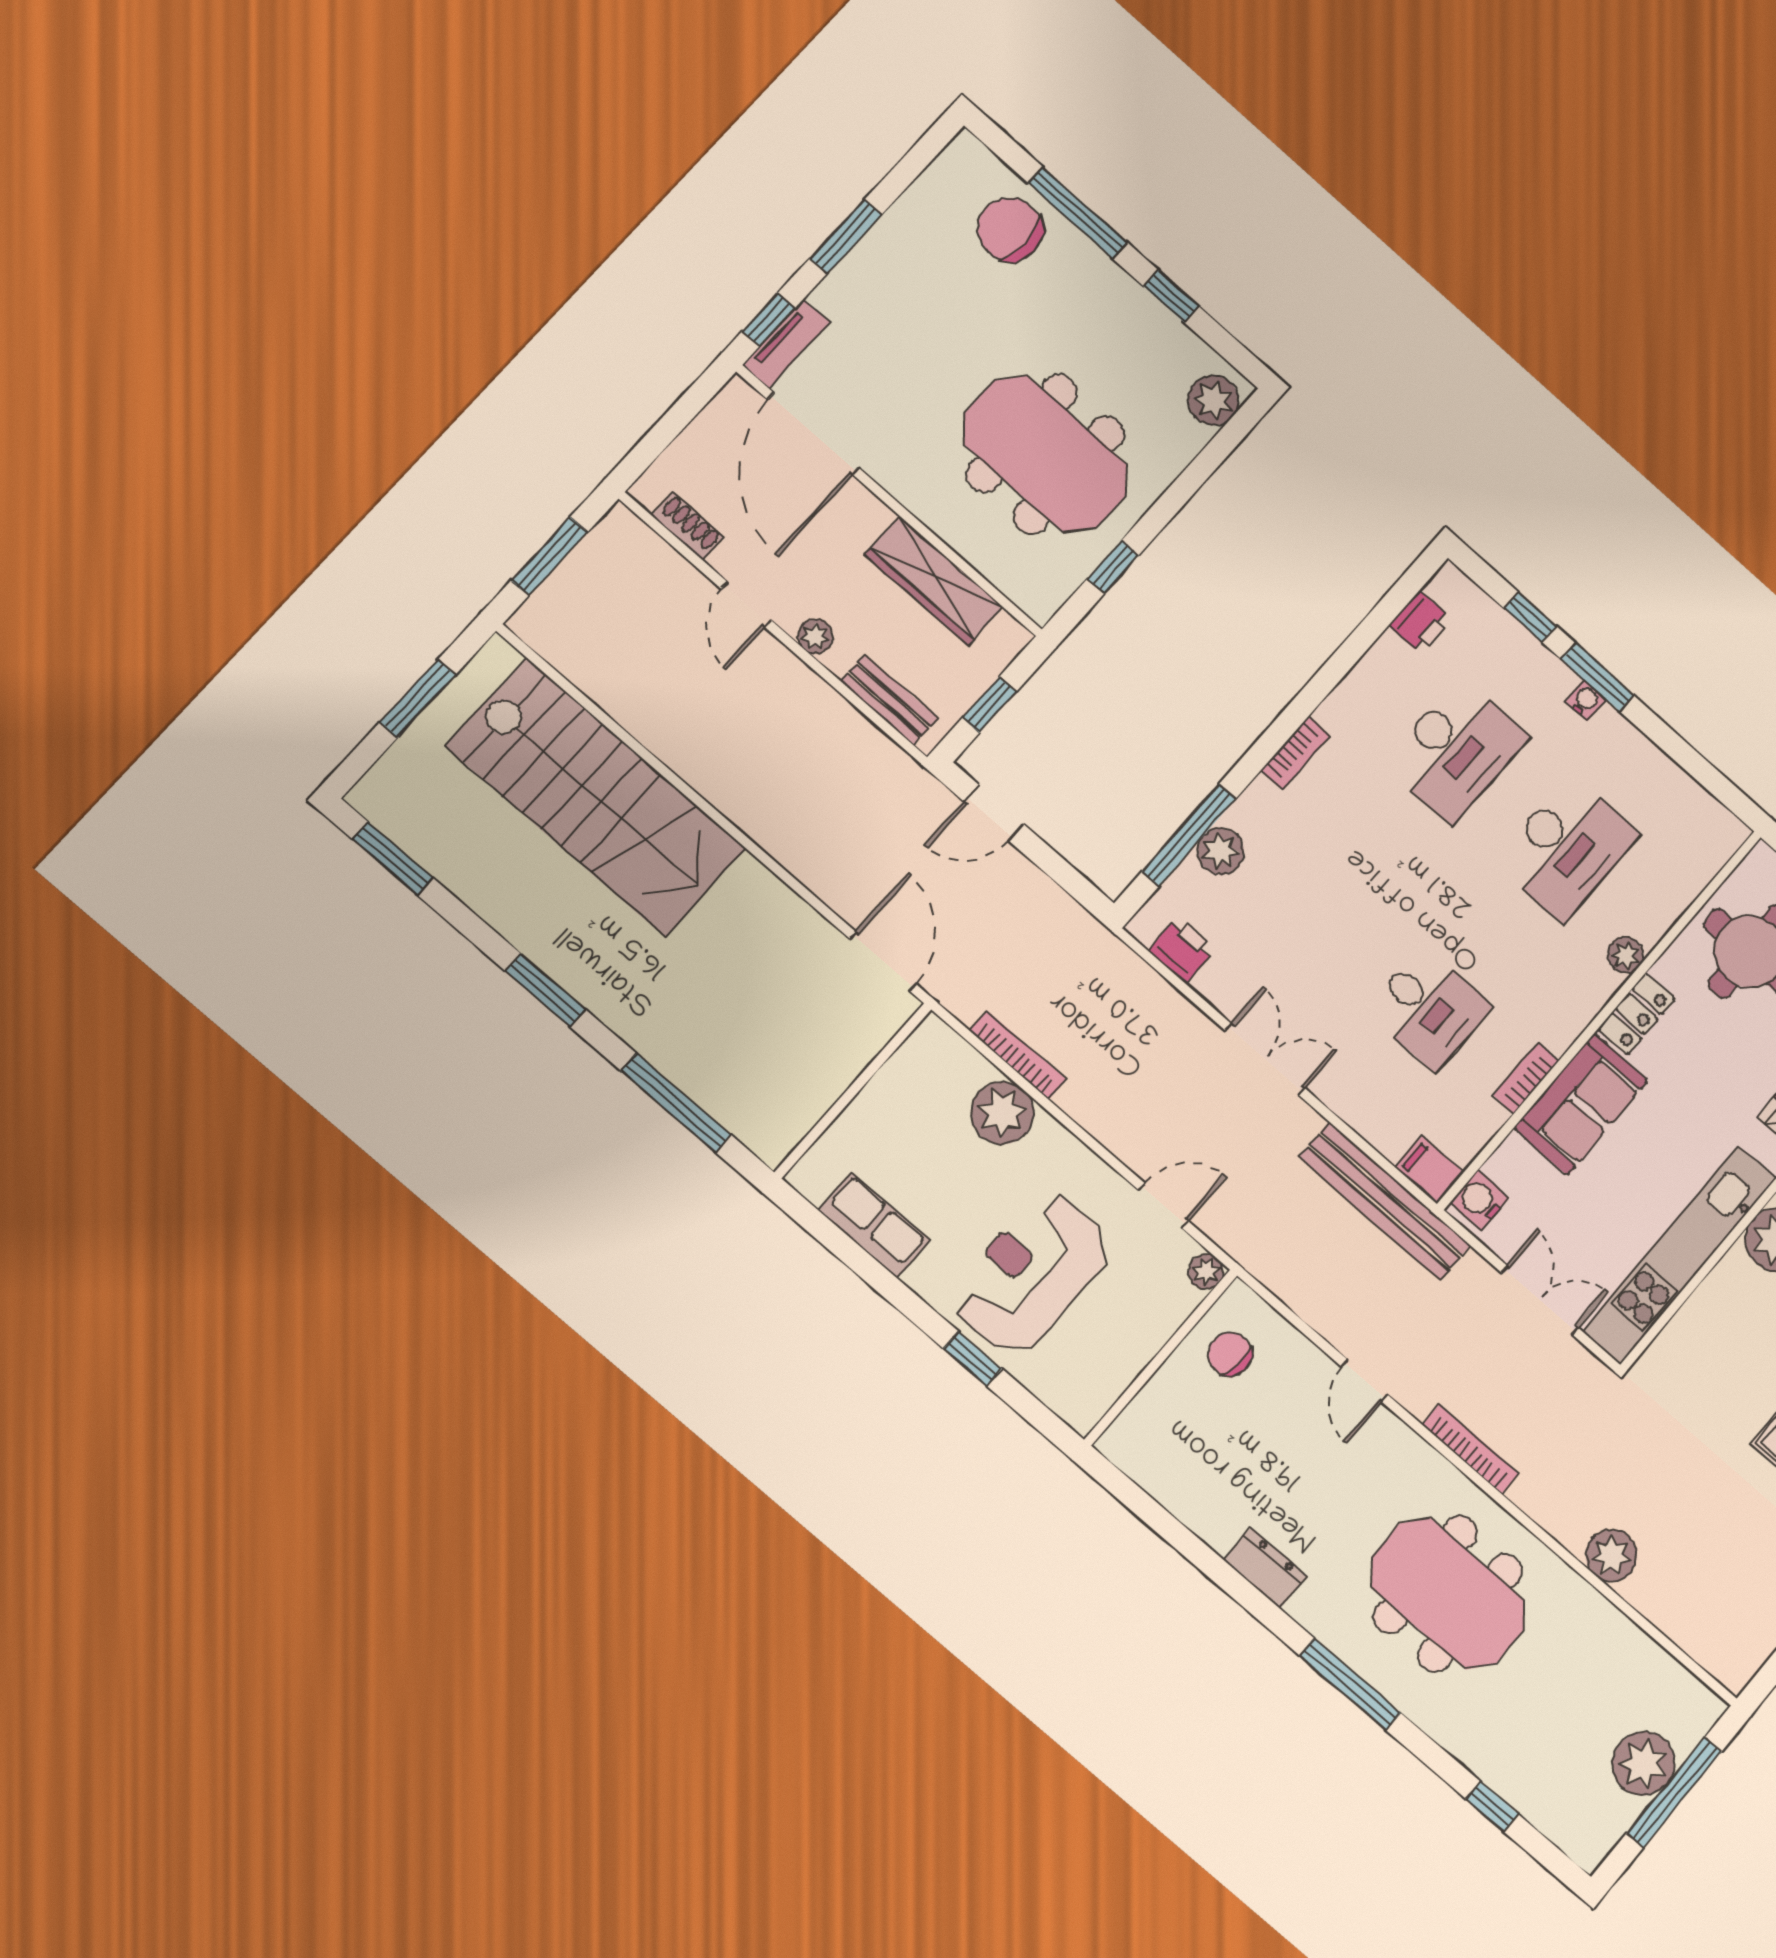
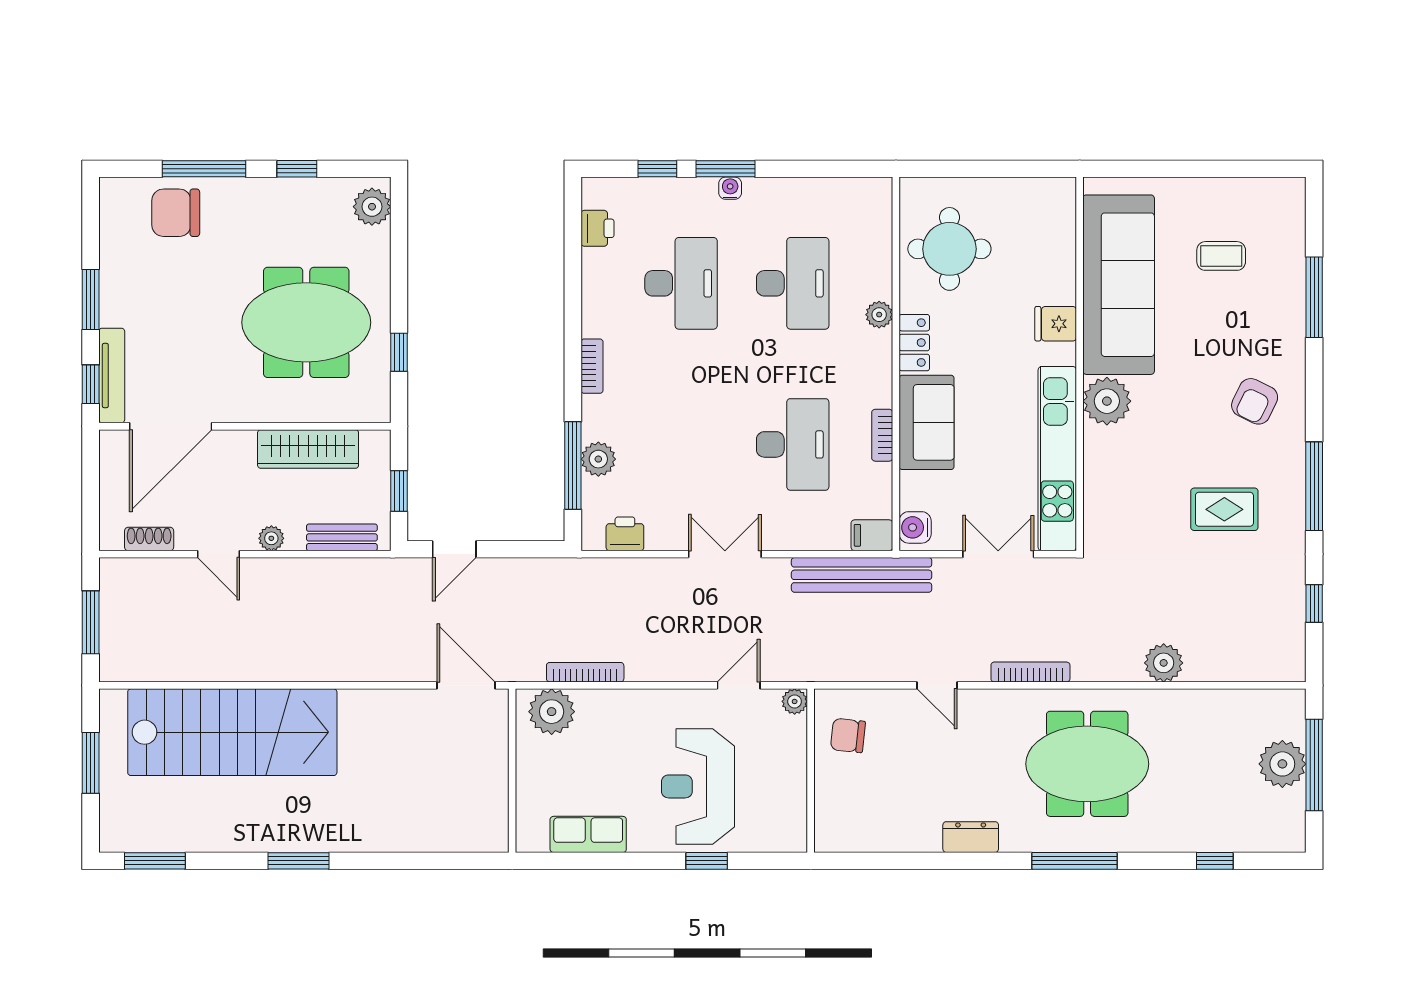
tv unit: (786, 344) -> (112, 375), width x1.41
door: (813, 434) -> (171, 426), hinge flipped
desk: (1429, 1009) -> (793, 444), width x1.37
window: (676, 1103) -> (422, 861), removed
plant: (1002, 1113) -> (552, 712), moved

